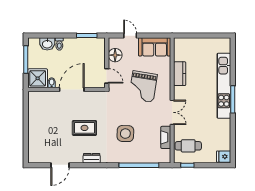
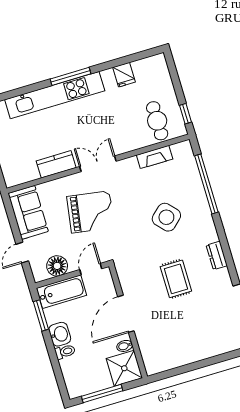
washbasin: (47, 44) -> (60, 334), moved
bathtub: (98, 53) -> (62, 292), added
door: (72, 90) -> (126, 314), hinge flipped
double door: (172, 112) -> (98, 164), moved
side table: (125, 134) -> (166, 217), turned 45
fridge: (224, 157) -> (124, 75), moved

